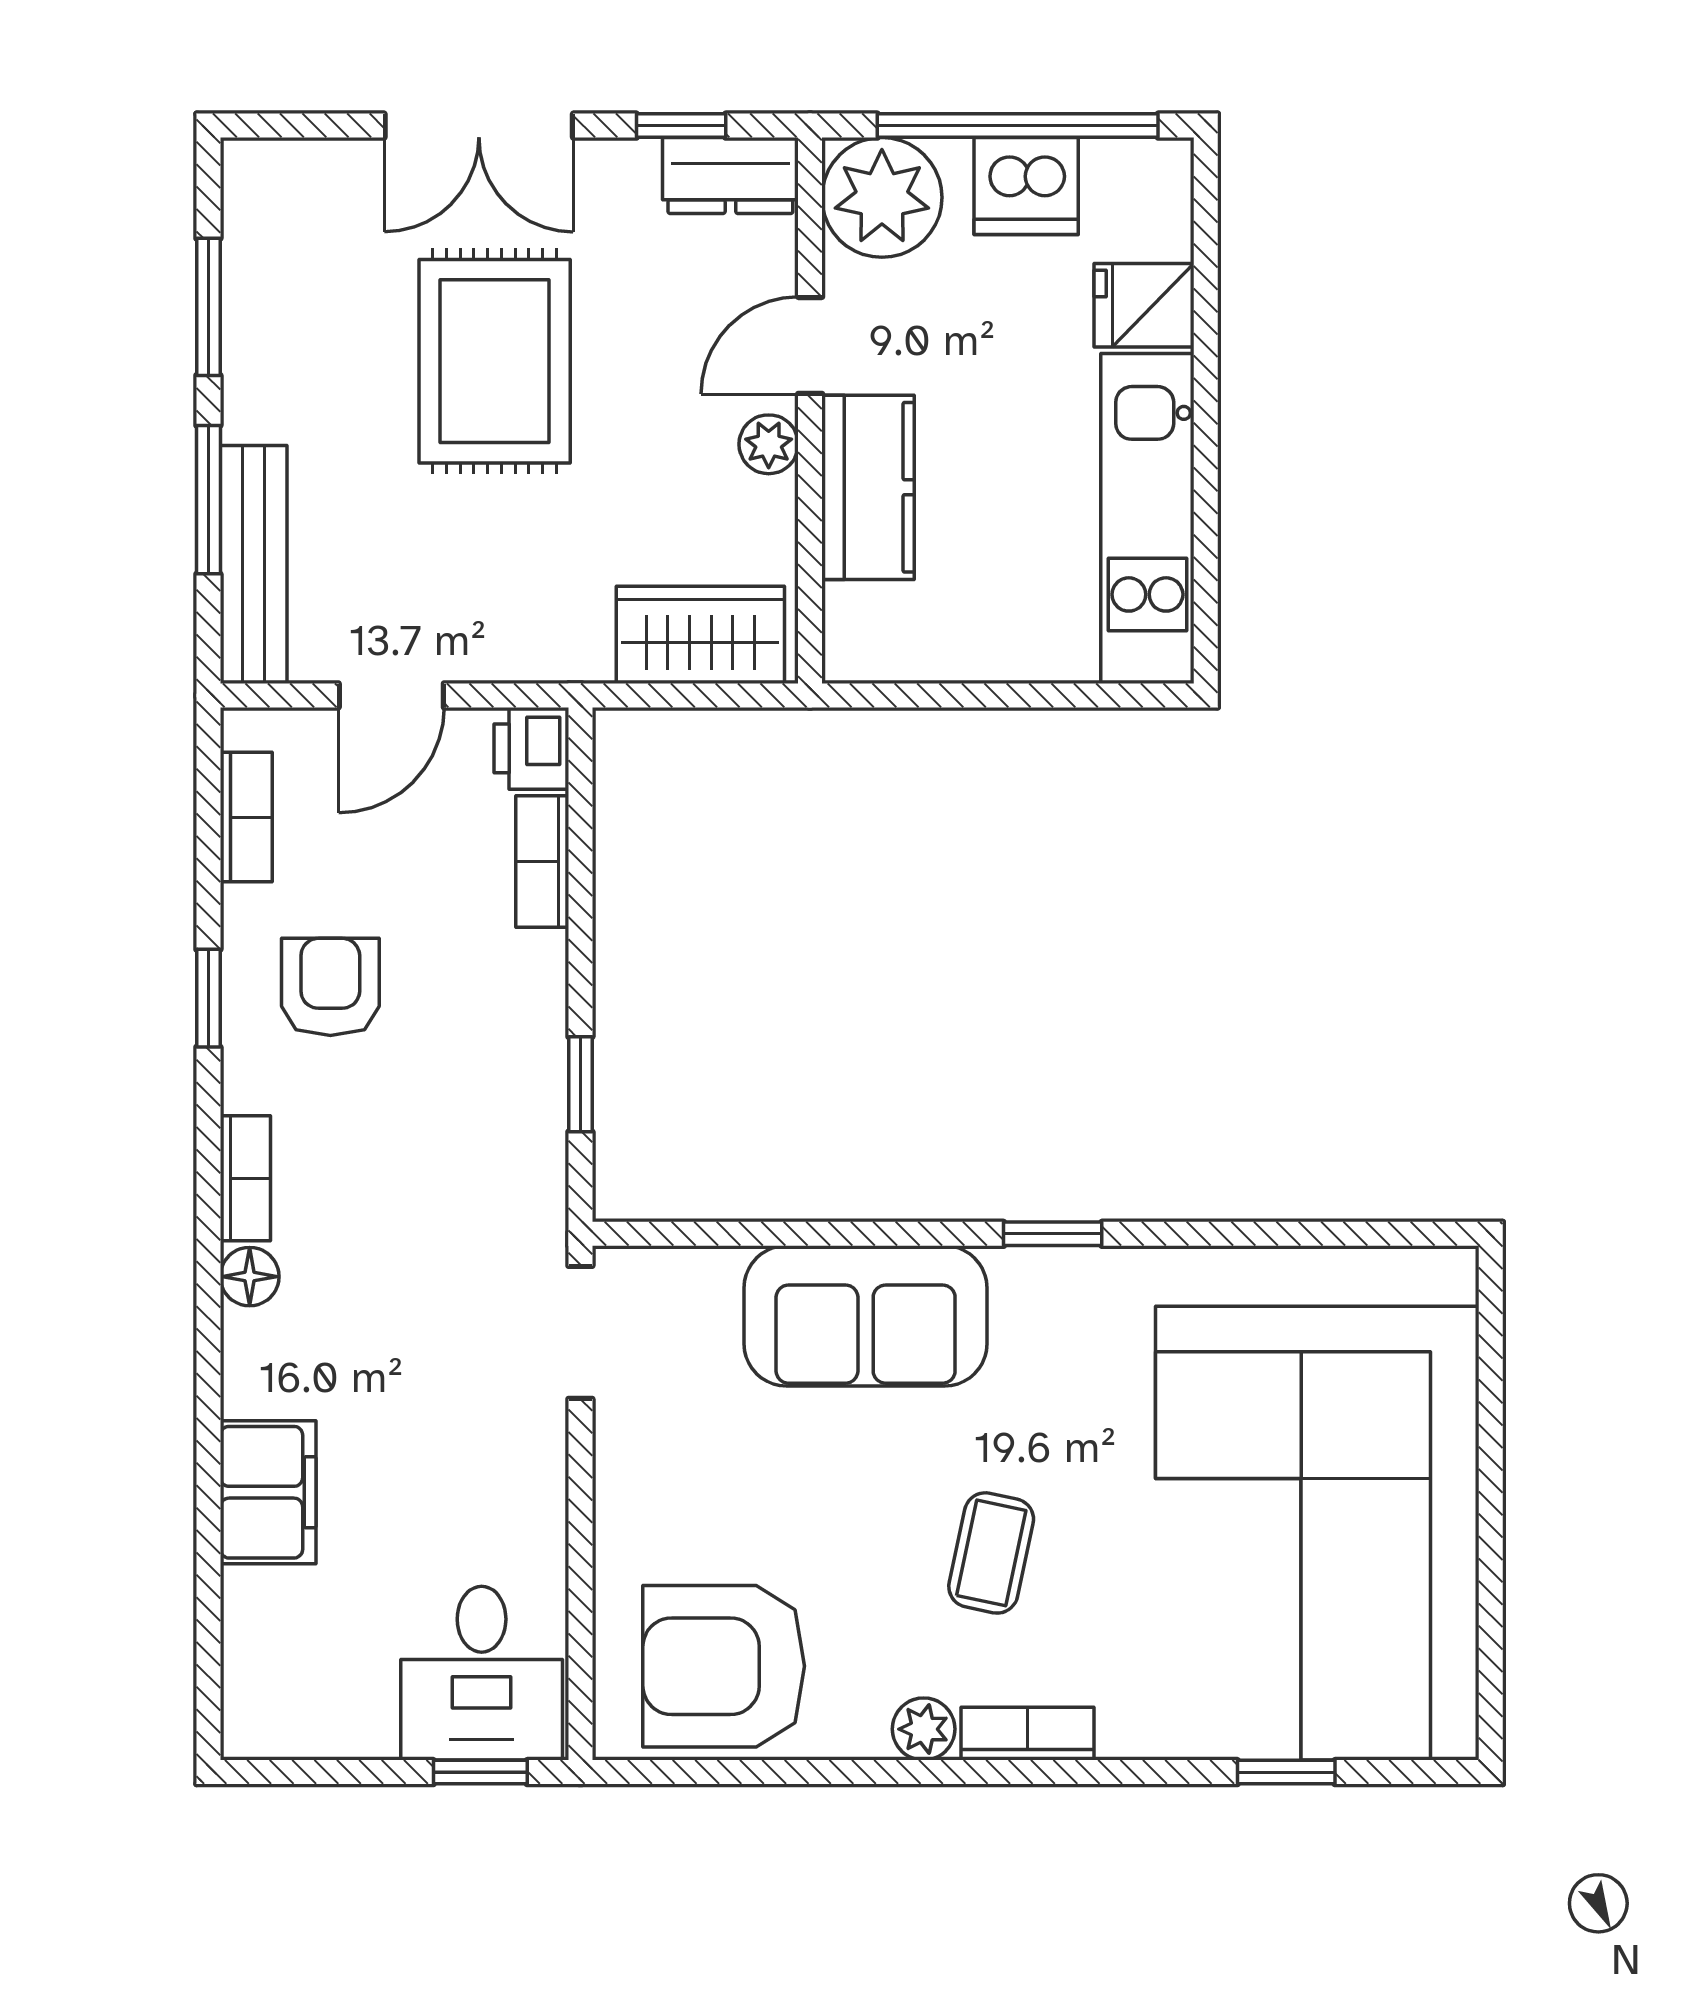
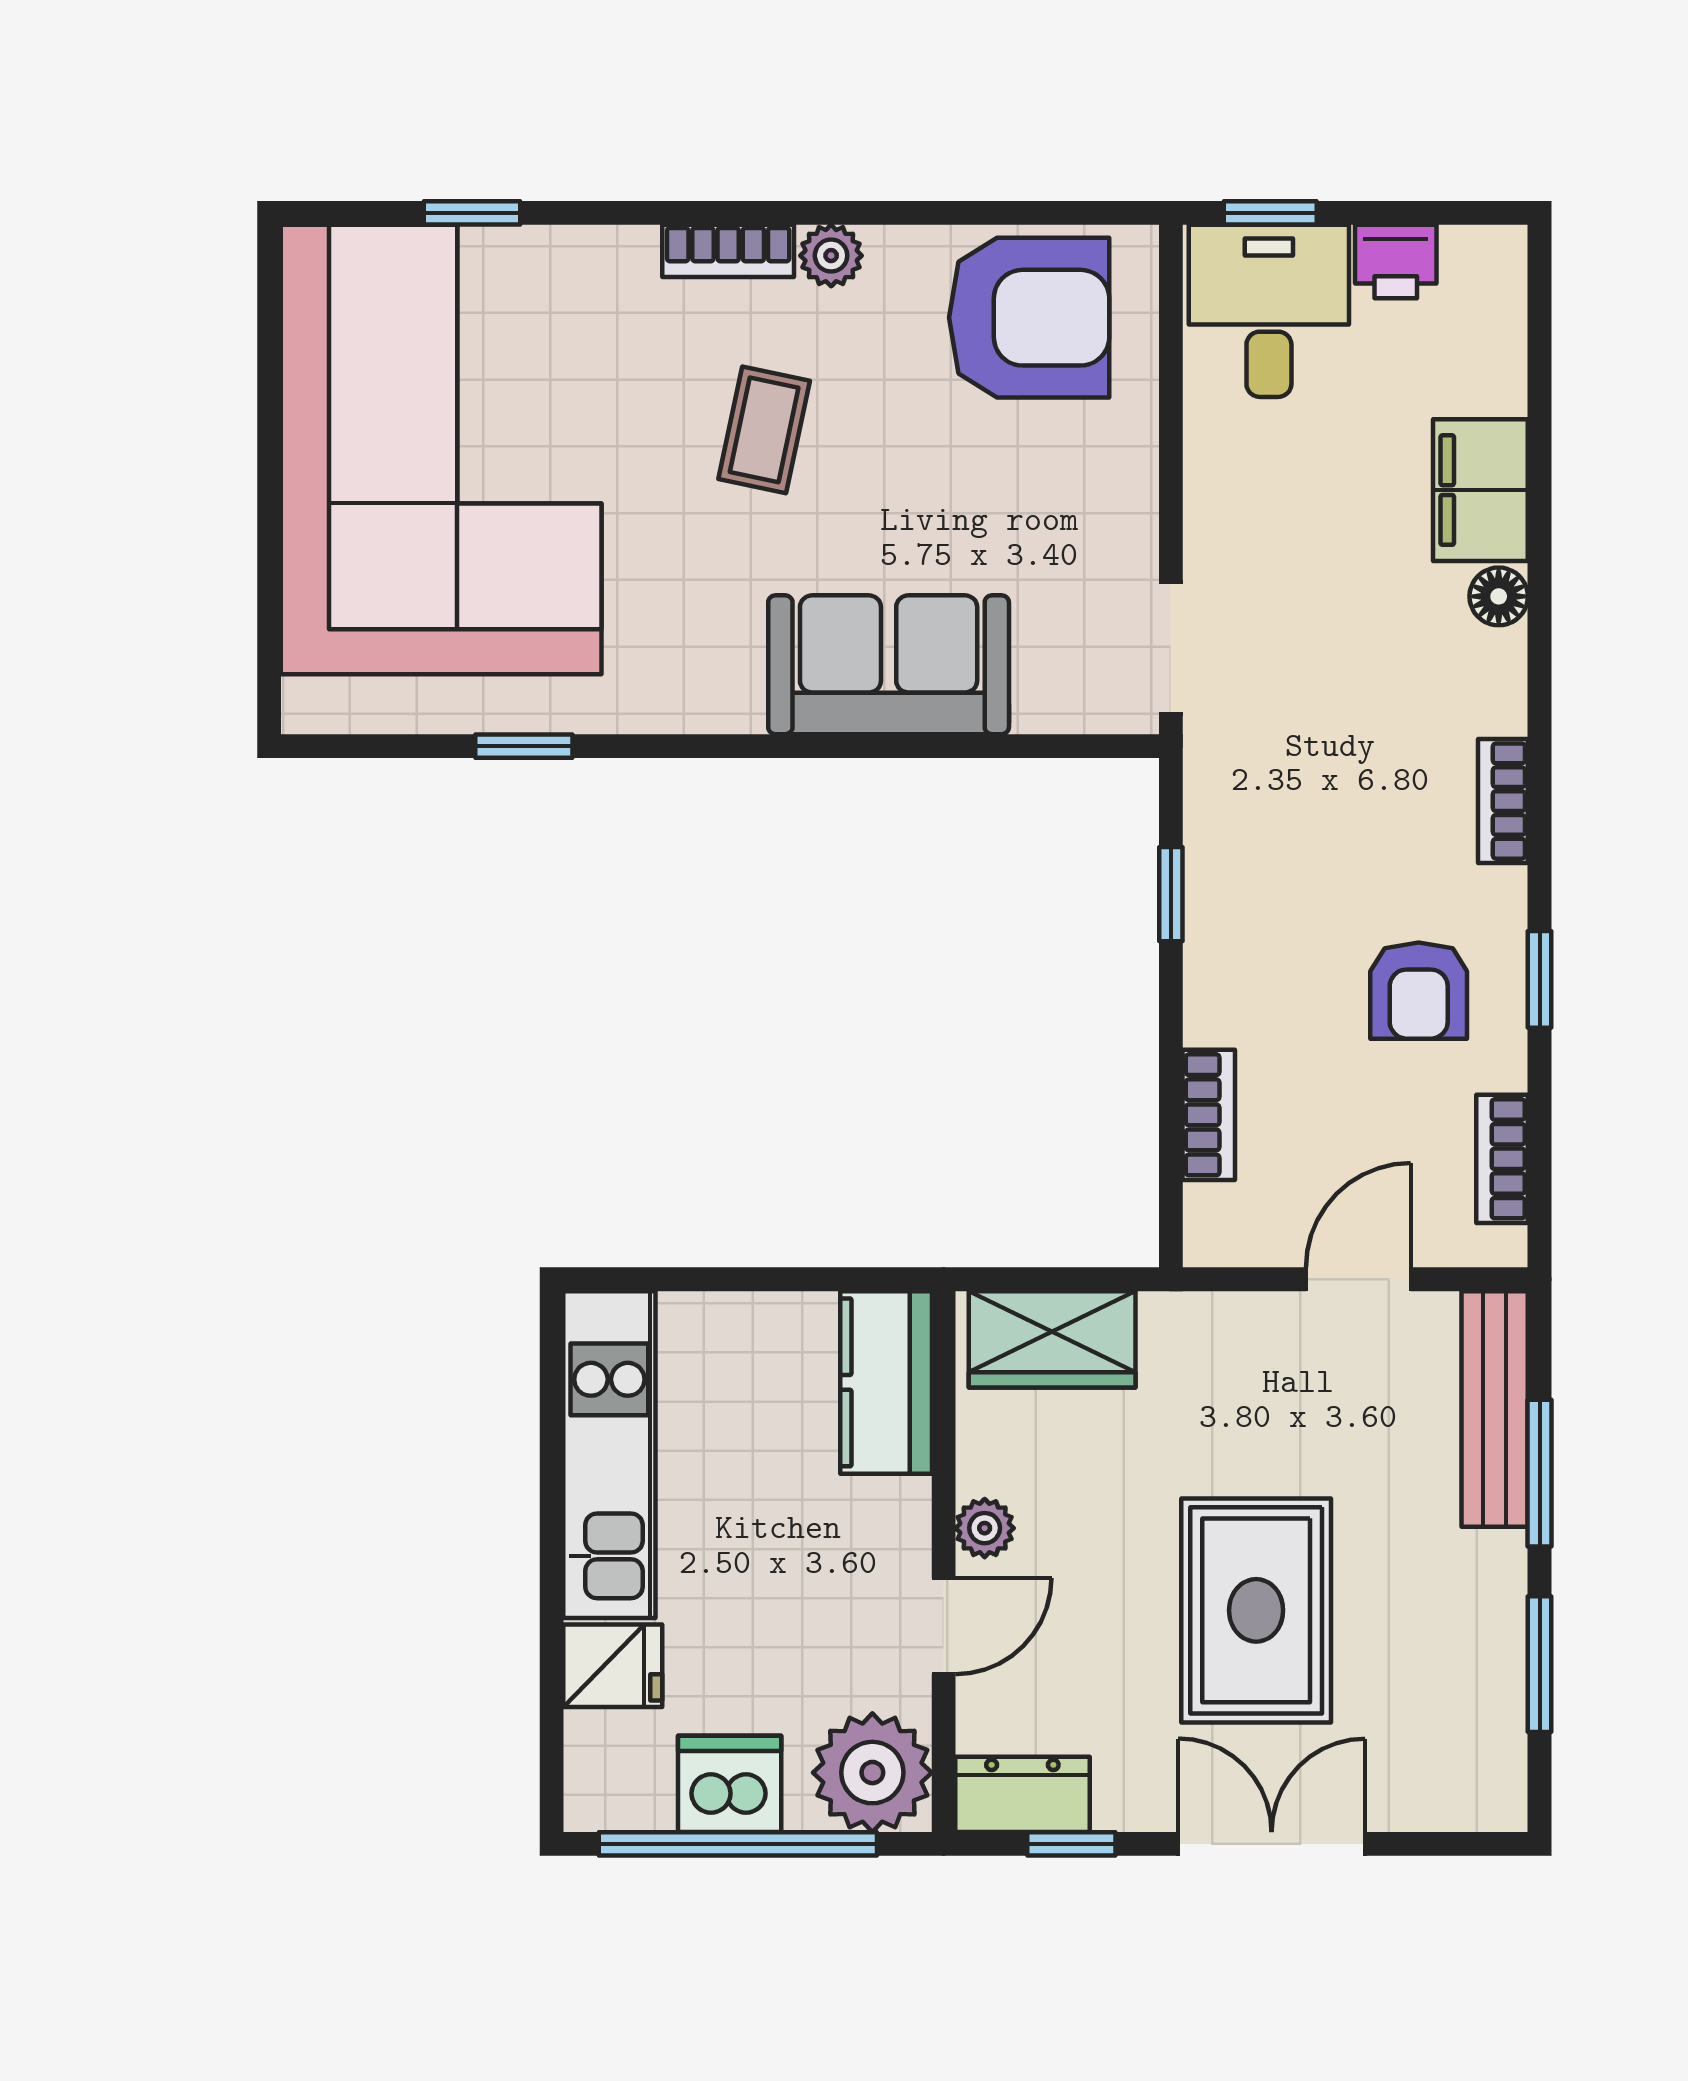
kitchen counter: (868, 487) -> (886, 1382), moved
printer: (531, 748) -> (1396, 261), moved, turned 90
window: (1053, 1234) -> (524, 746), moved
floor lamp: (250, 1277) -> (1499, 596), moved

